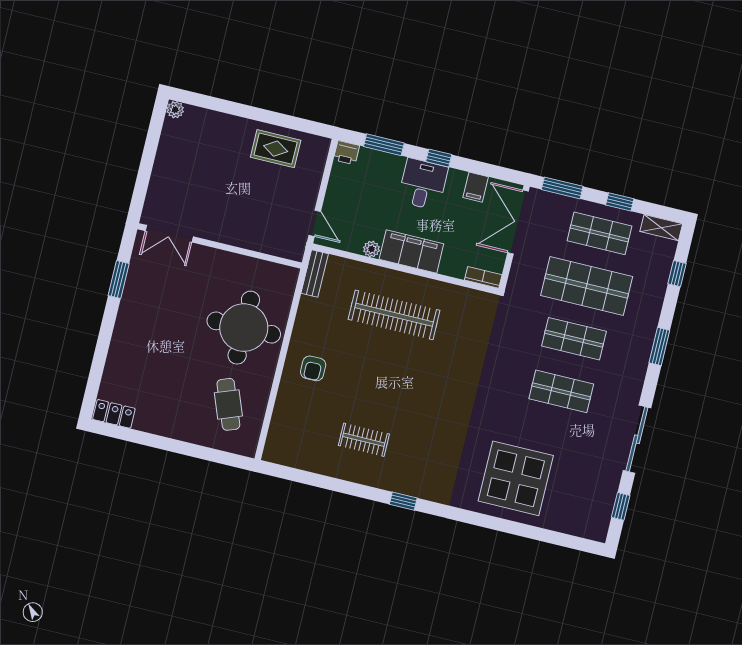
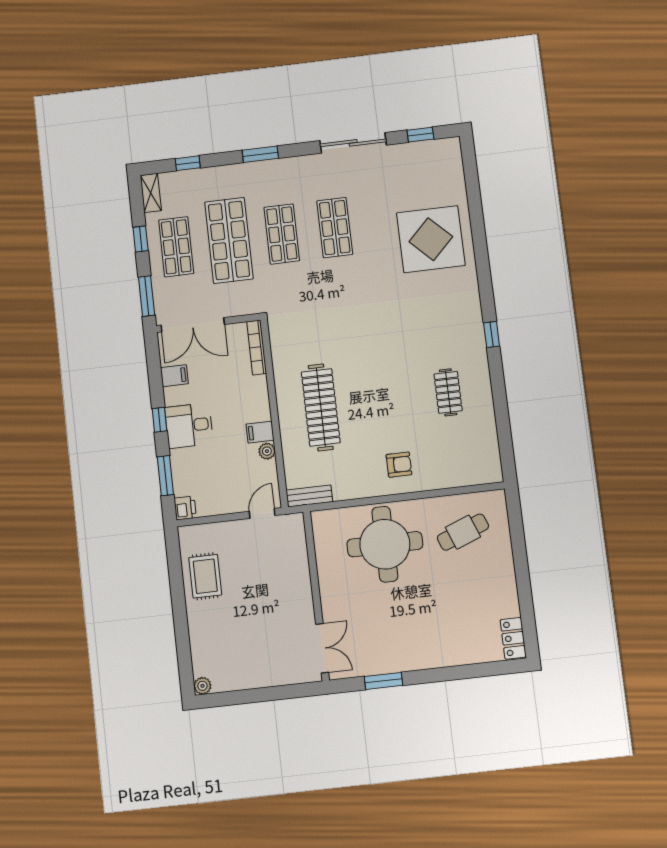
filing cabinet: (411, 252) -> (260, 432), width x0.33, depth x0.86
bookcase: (483, 277) -> (257, 347), width x1.56

